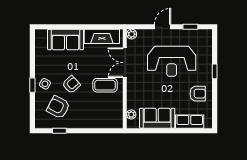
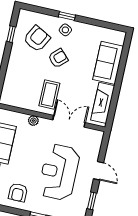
plant: (132, 34) -> (98, 135), removed
armchair: (71, 85) -> (58, 58), turned -91
plant: (131, 114) -> (33, 121), moved

